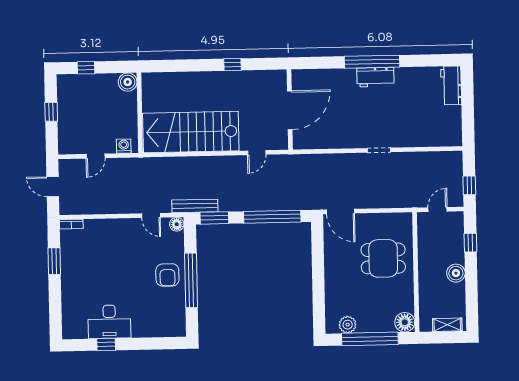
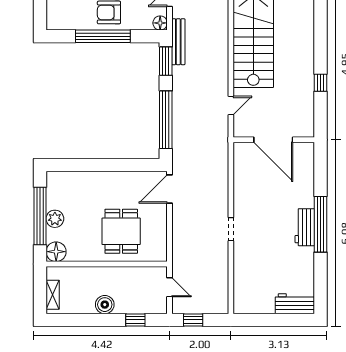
door: (257, 153) -> (231, 106), swing flipped
plant: (348, 325) -> (55, 219), moved

